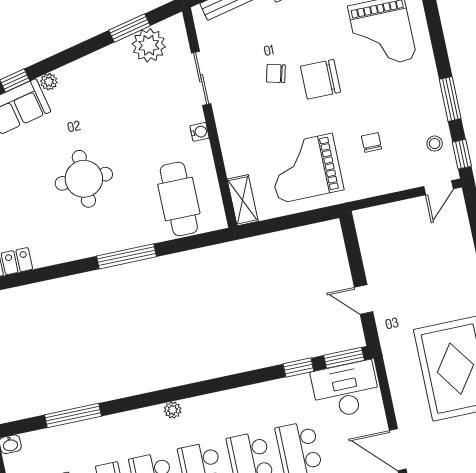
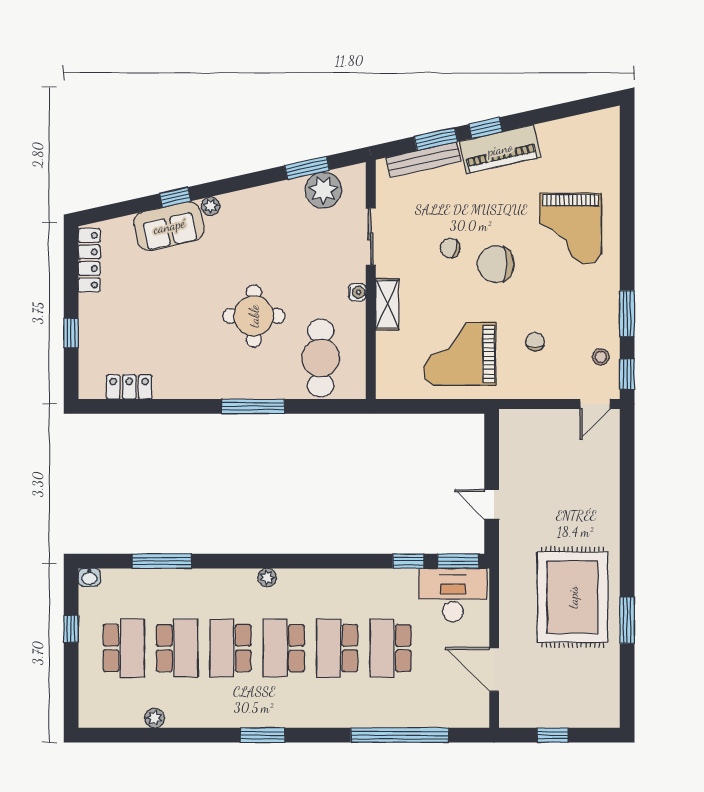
round table: (84, 179) -> (254, 316), moved
shelving: (243, 200) -> (387, 304), moved

